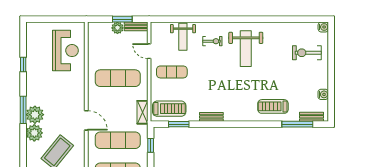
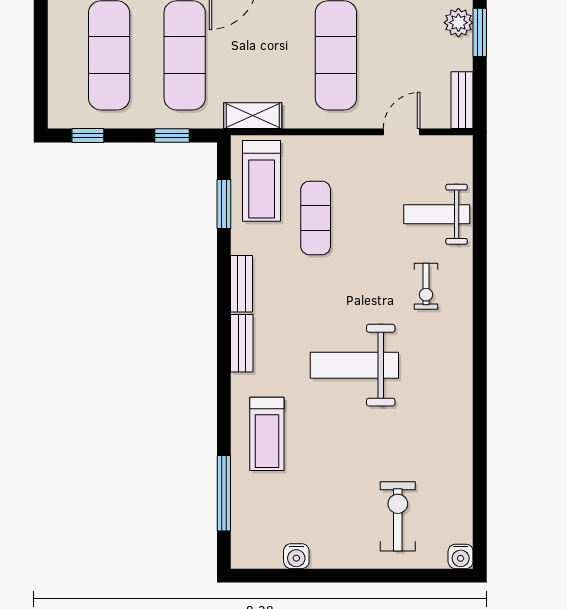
window: (122, 19) -> (480, 32), moved
plant: (117, 28) -> (458, 23), moved
weight bench: (246, 49) -> (354, 365), moved
exercise mat: (172, 72) -> (316, 218), moved
treadmill: (273, 106) -> (267, 434), turned 180
bench: (311, 117) -> (242, 343), moved

